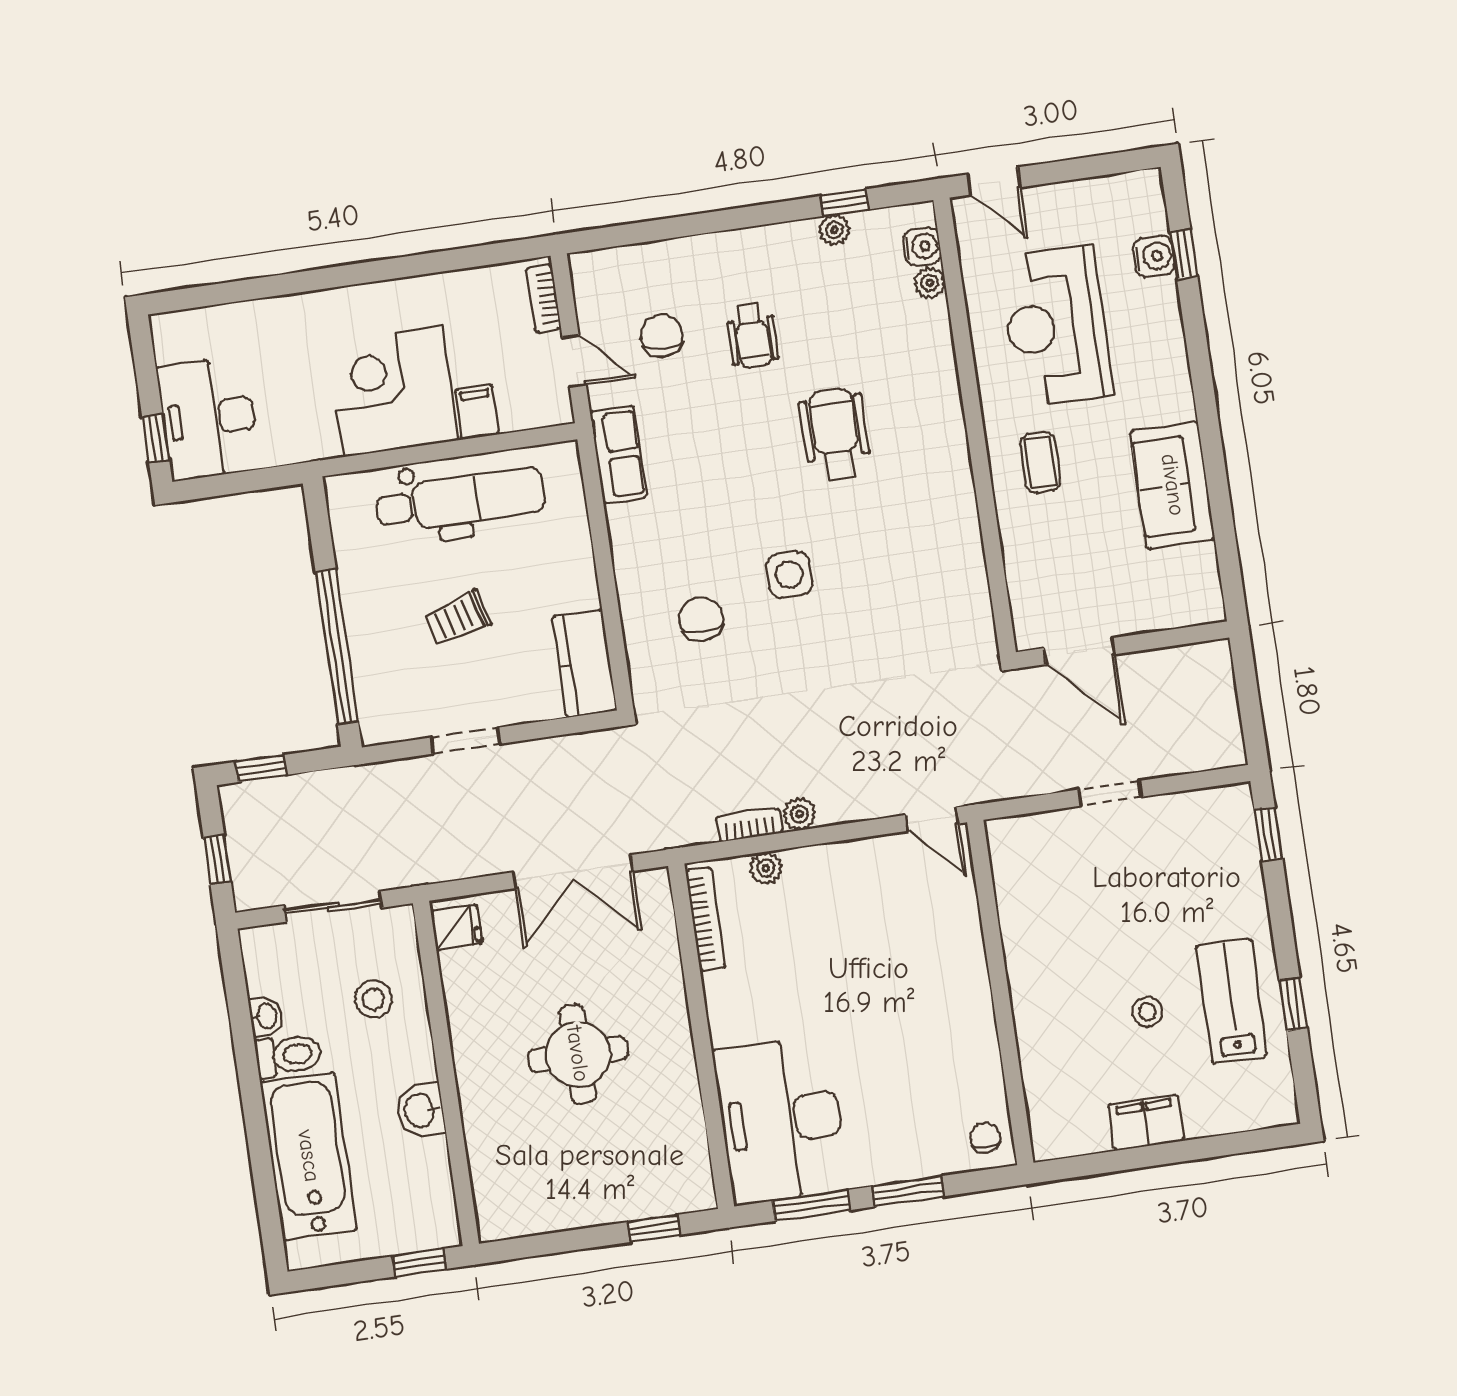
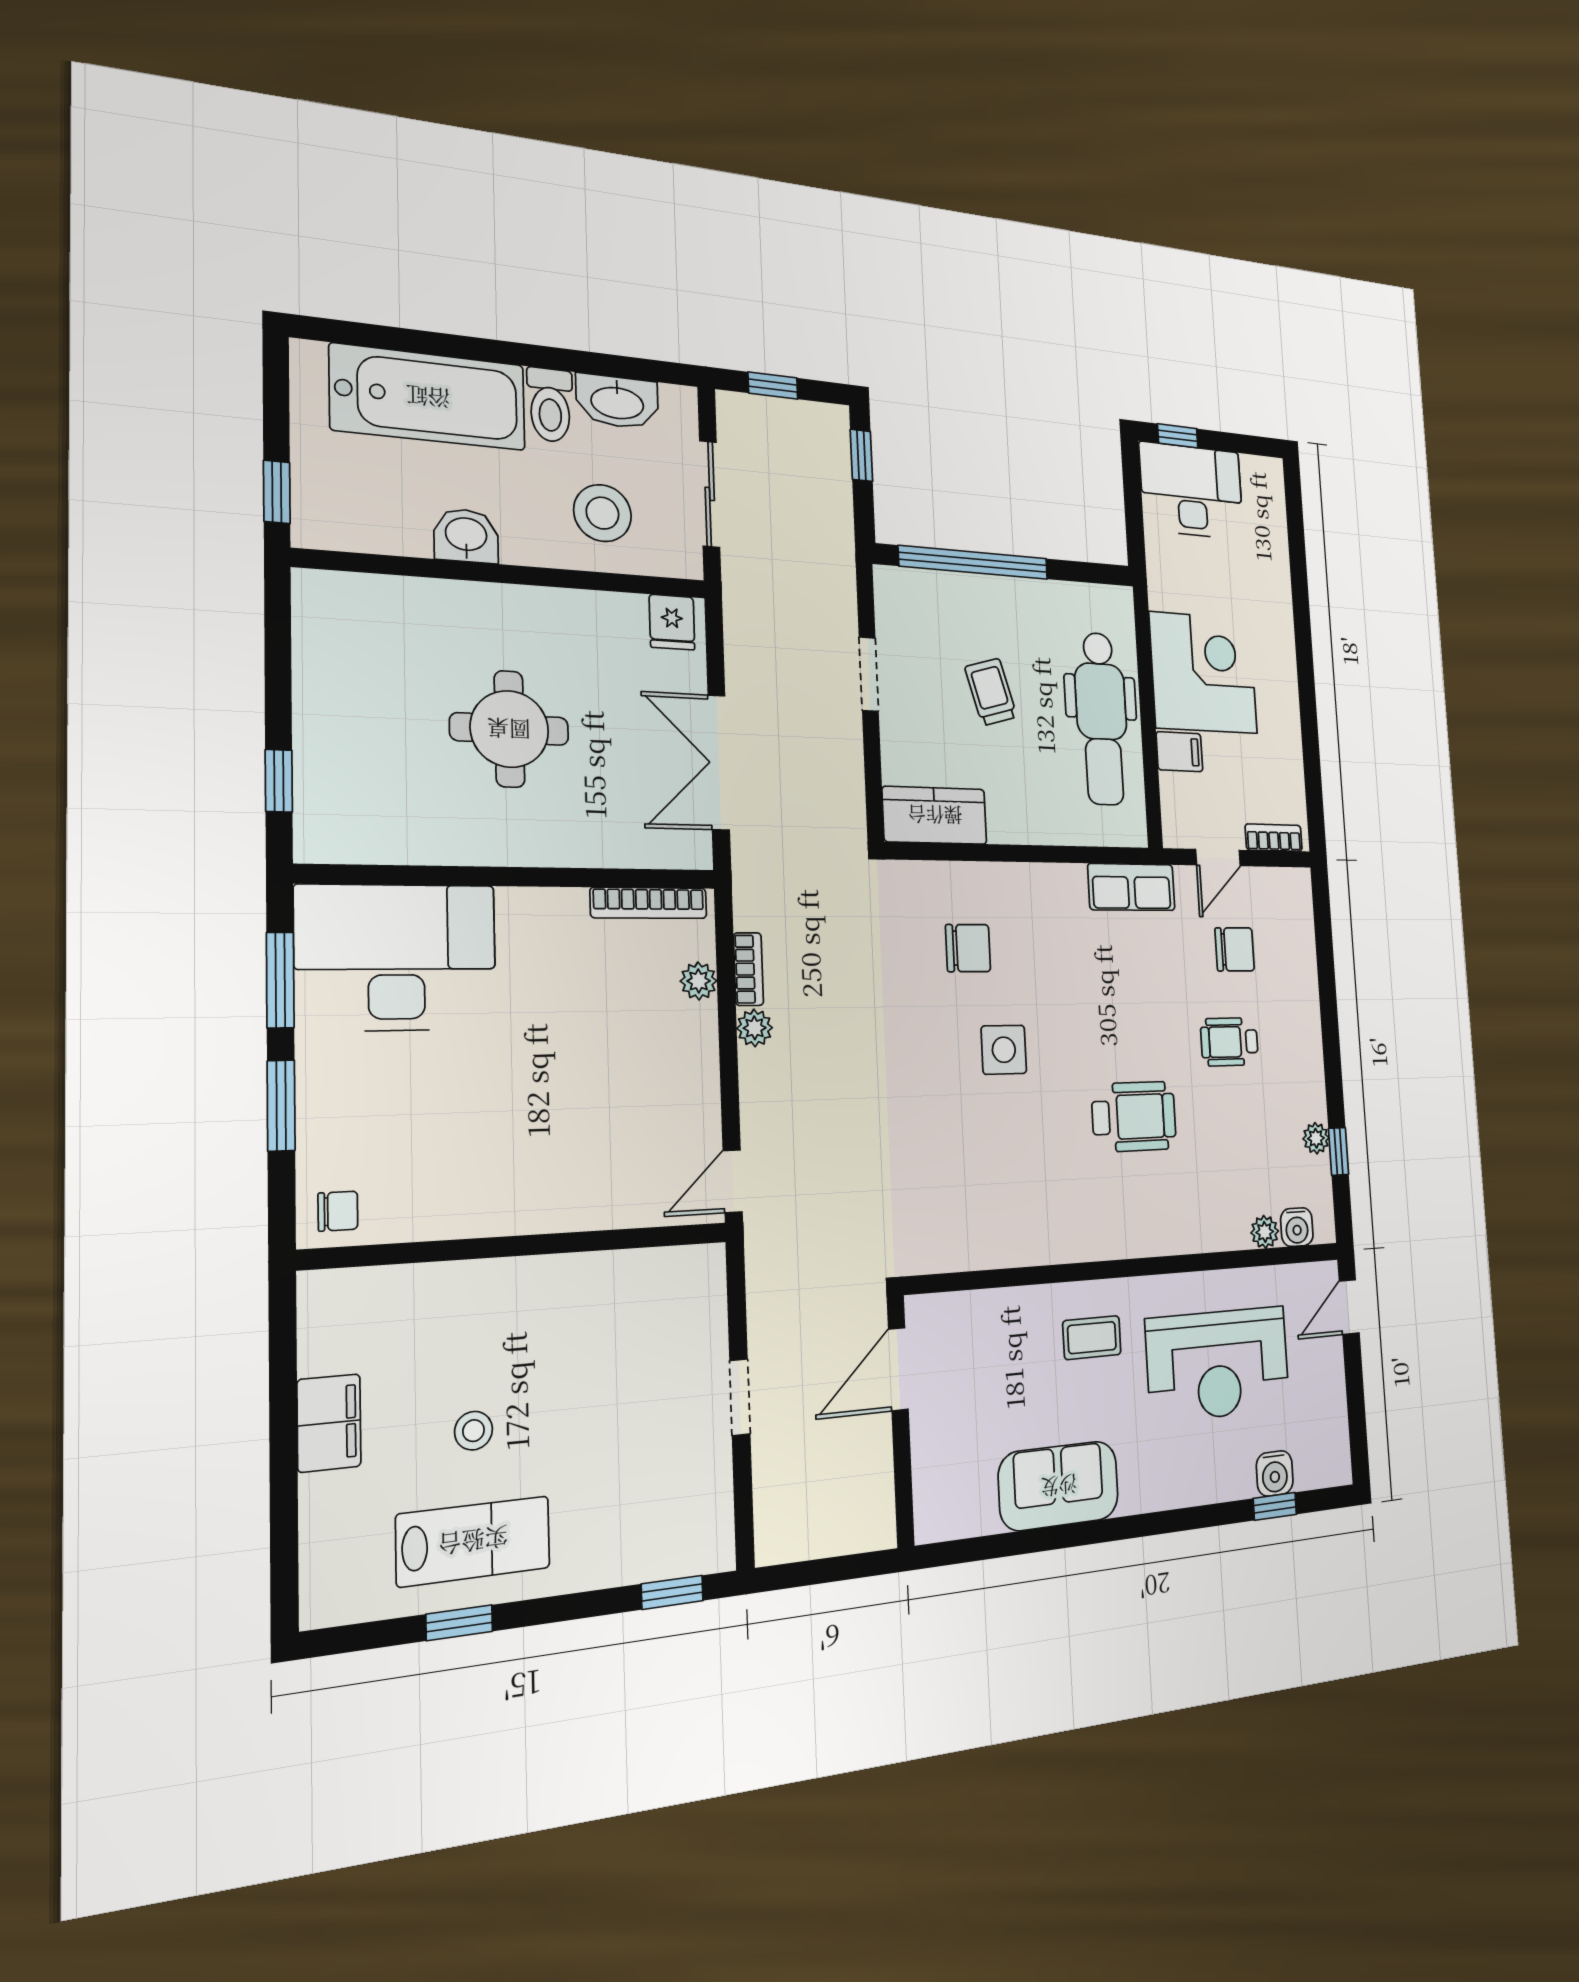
reception desk: (1056, 326) -> (1218, 1364), turned 180
stool: (373, 999) -> (602, 513), width x1.38, depth x1.38
washbasin: (266, 1016) -> (617, 402), width x1.91, depth x1.45

